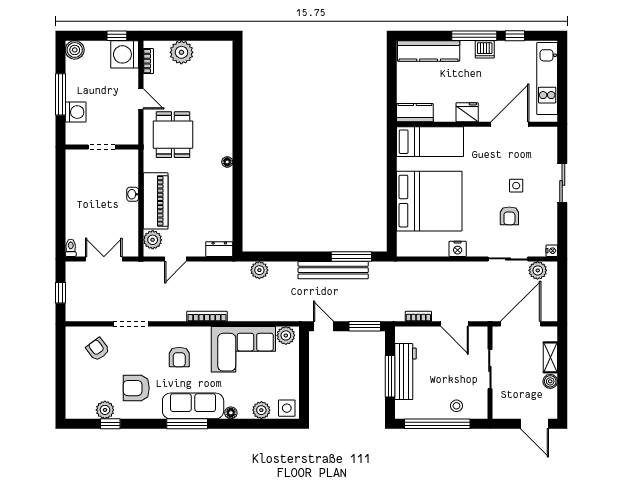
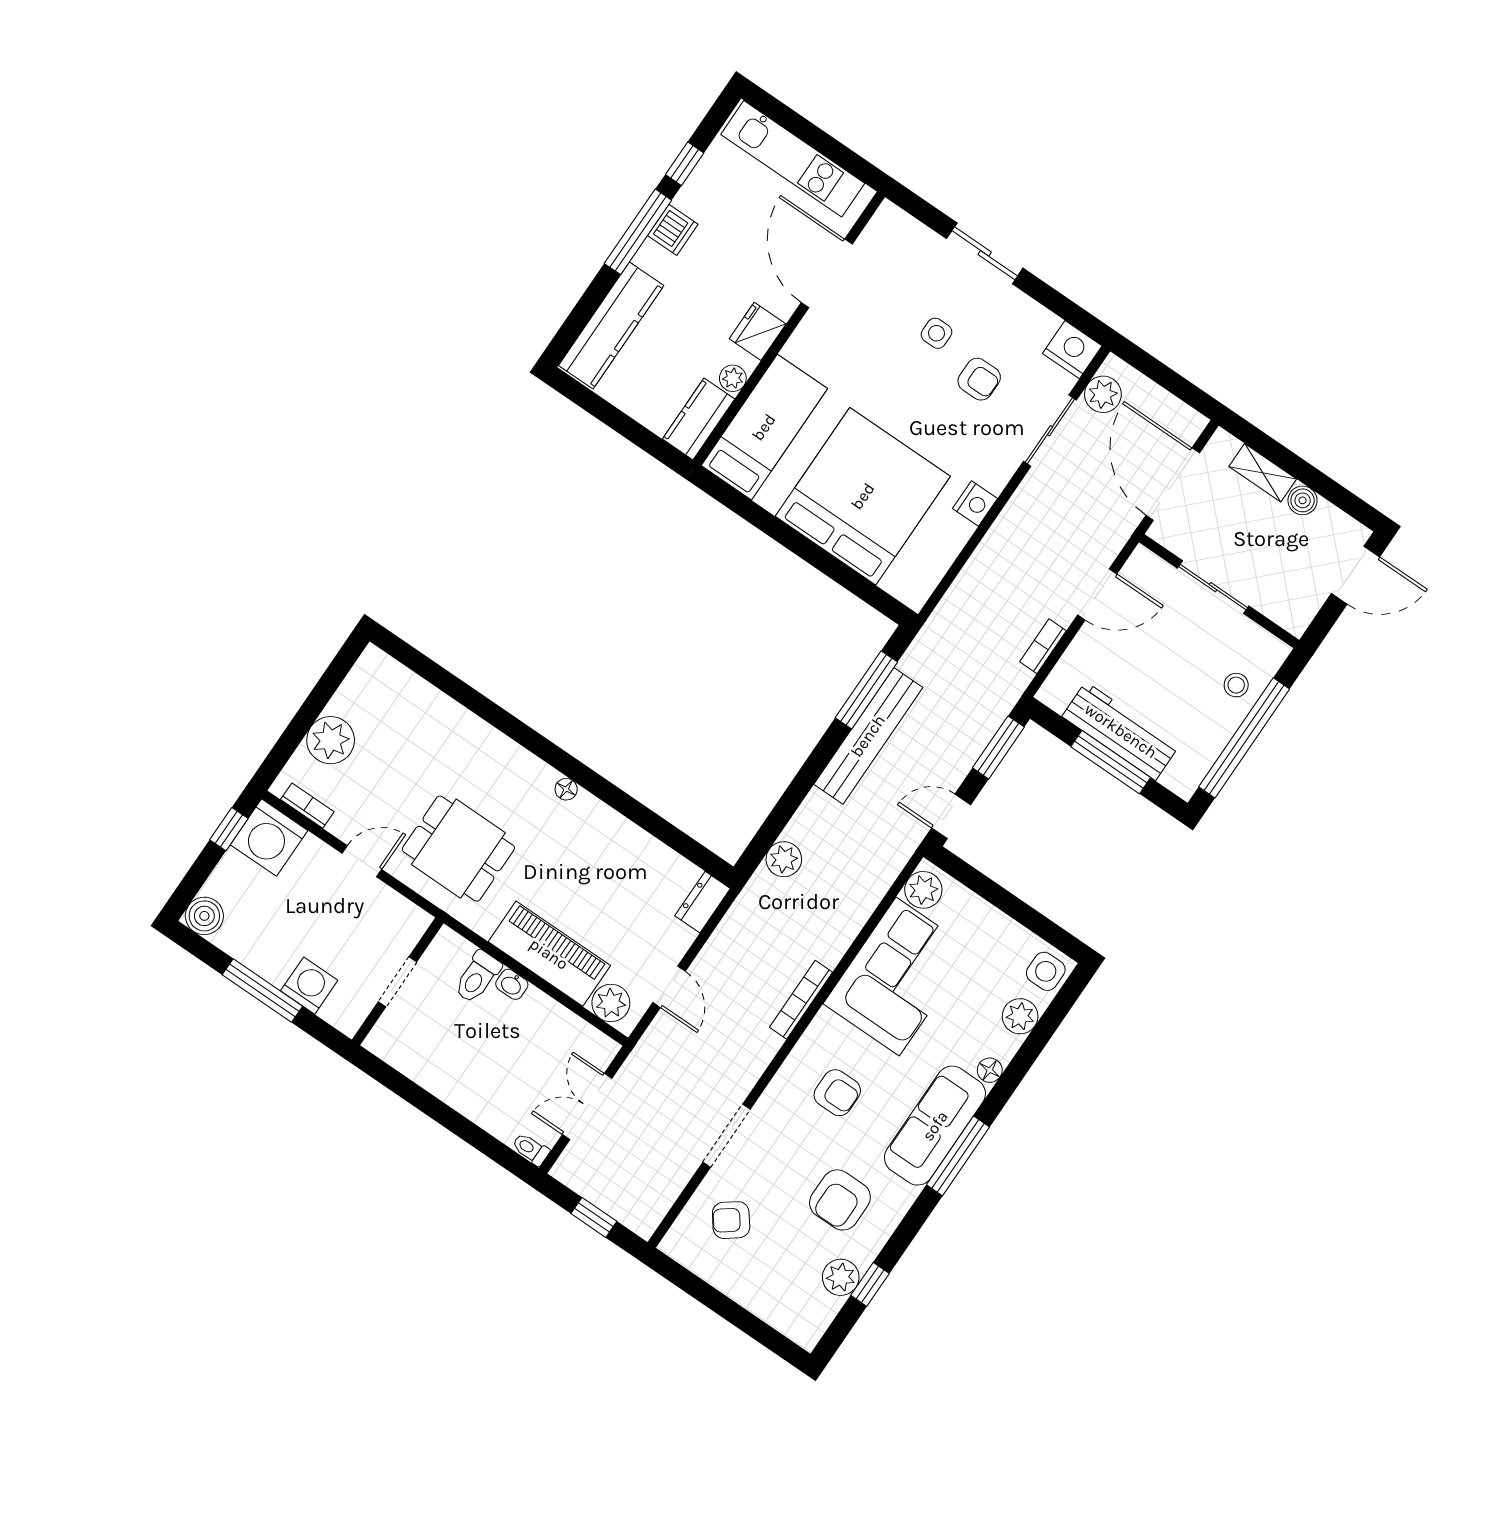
plant: (441, 115) -> (733, 378), added
toilet: (126, 178) -> (477, 977), added
nightstand: (552, 251) -> (1072, 350), width x1.89, depth x1.79

